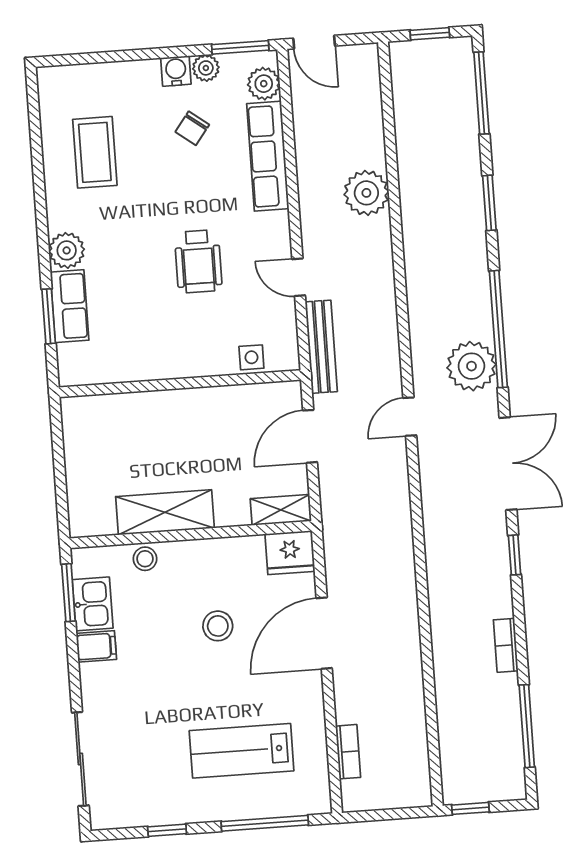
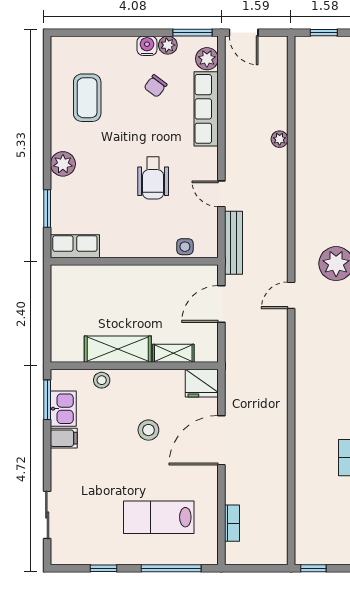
plant: (366, 193) -> (280, 139), width x0.53, depth x0.53
row of seats: (70, 306) -> (75, 246), moved, turned -90
shelving: (281, 510) -> (173, 353), moved
sliding door: (80, 759) -> (47, 515), width x0.73

